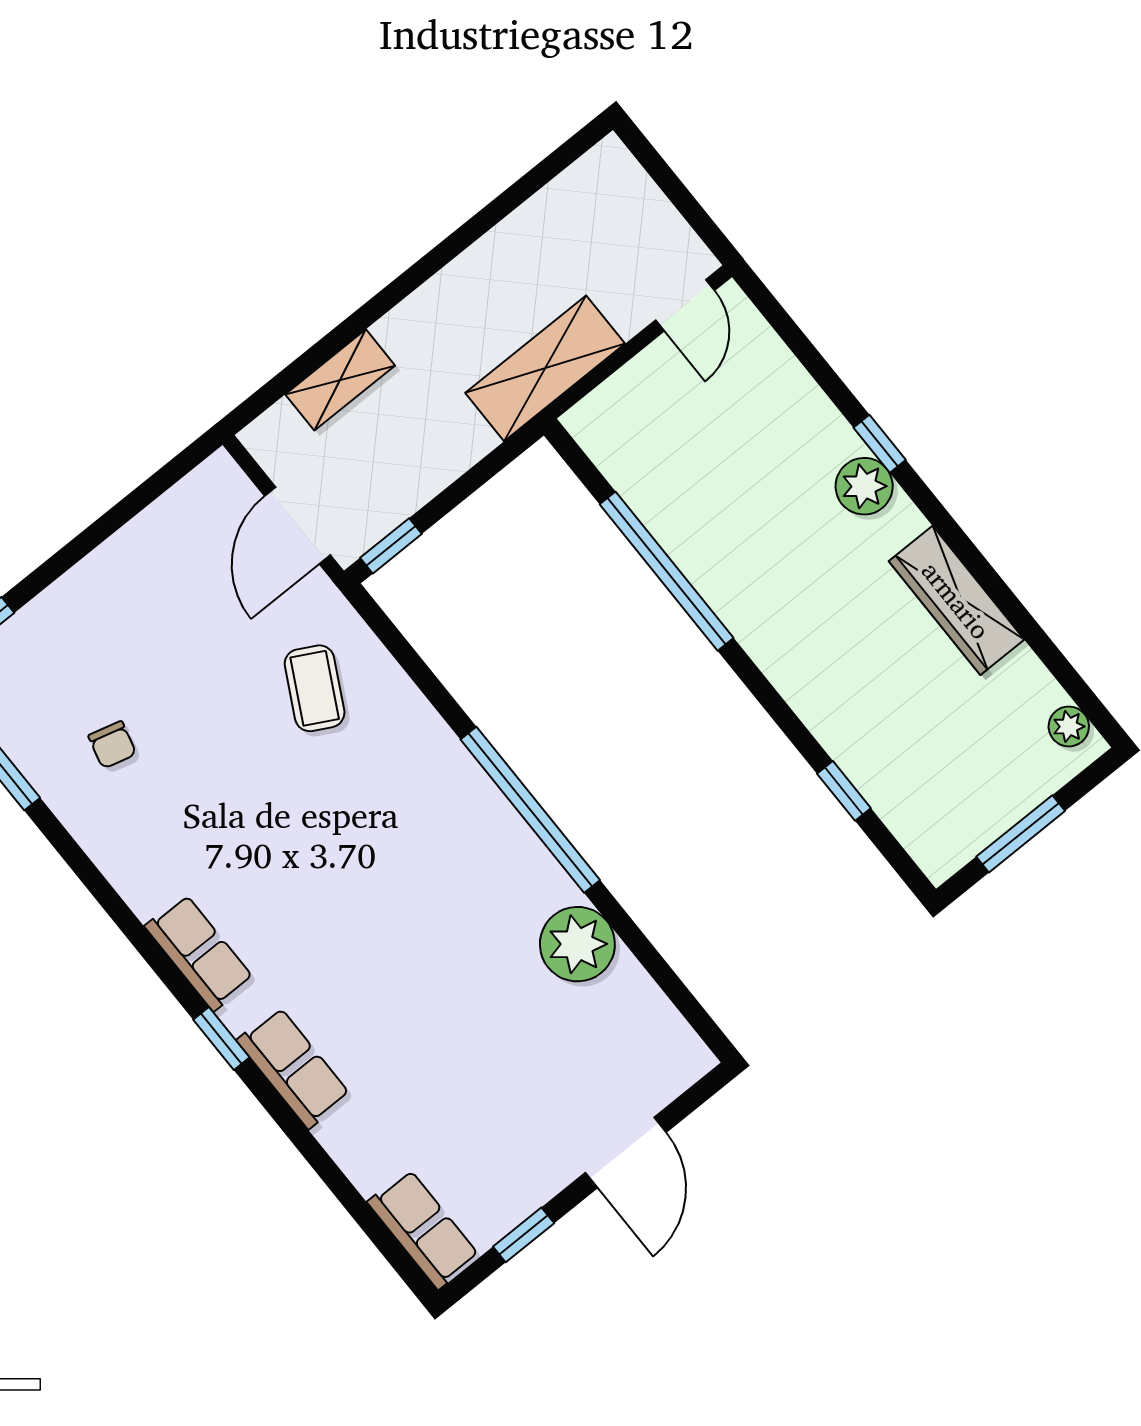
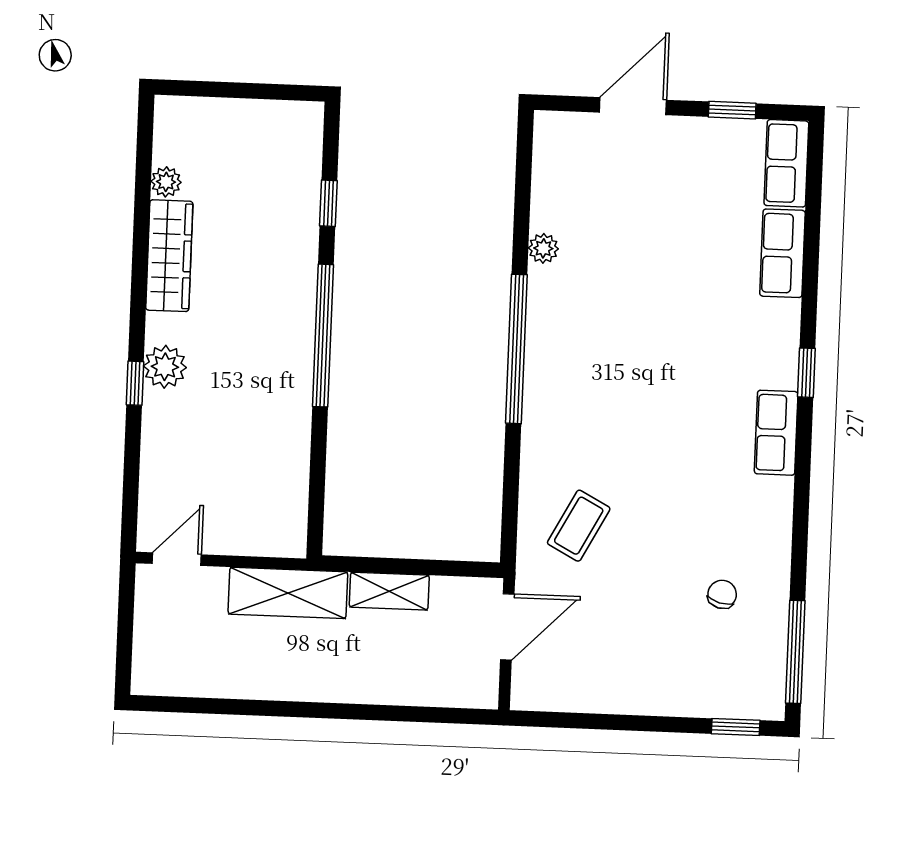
shelving: (340, 380) -> (389, 591), moved
window: (391, 546) -> (464, 569), removed
window: (667, 571) -> (323, 336), moved
plant: (1069, 726) -> (166, 182), moved
window: (1021, 834) -> (249, 91), removed
plant: (577, 944) -> (543, 248), width x0.53, depth x0.53
row of seats: (294, 1068) -> (783, 253), moved

